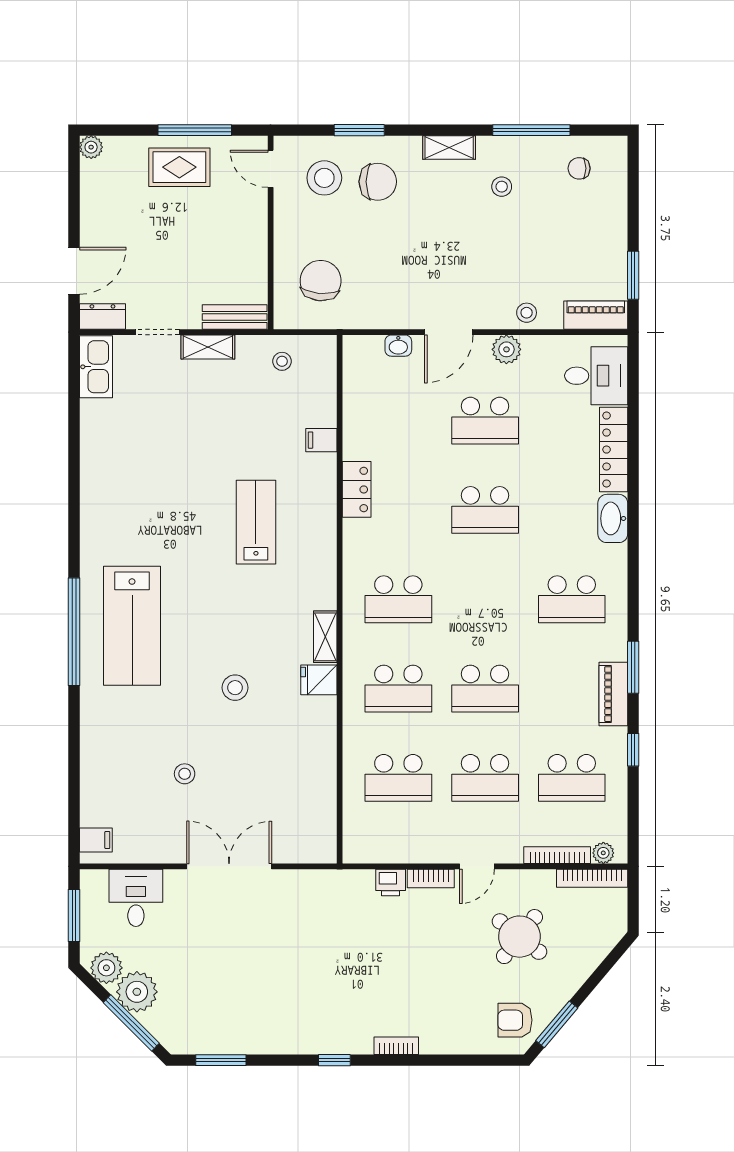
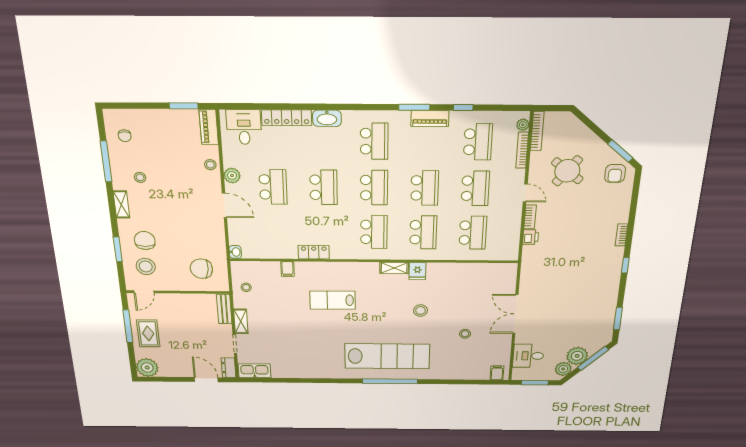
plant: (91, 147) -> (147, 368), width x1.88, depth x1.88
washbasin: (398, 346) -> (235, 252), moved
school desk: (485, 599) -> (374, 188), added
lab bench: (132, 626) -> (387, 356), width x1.36

